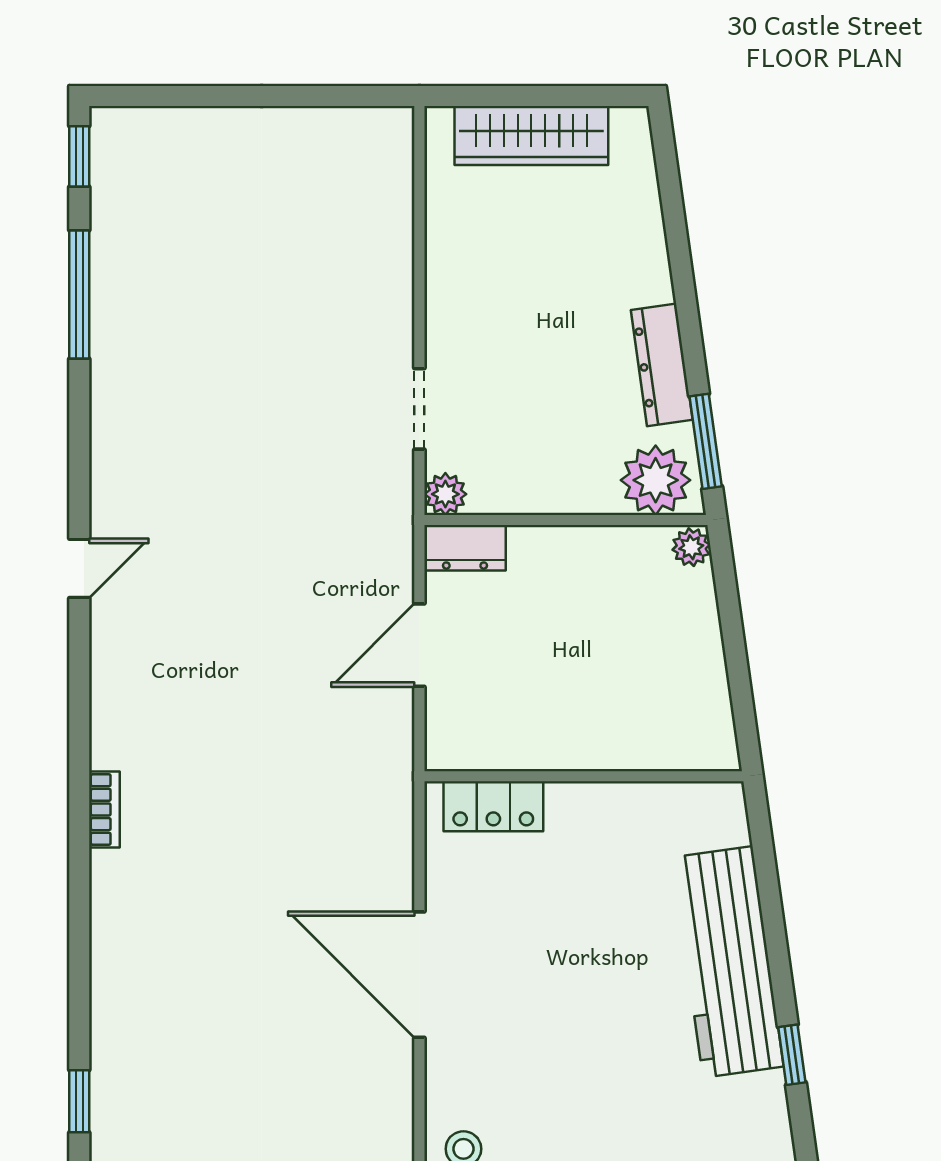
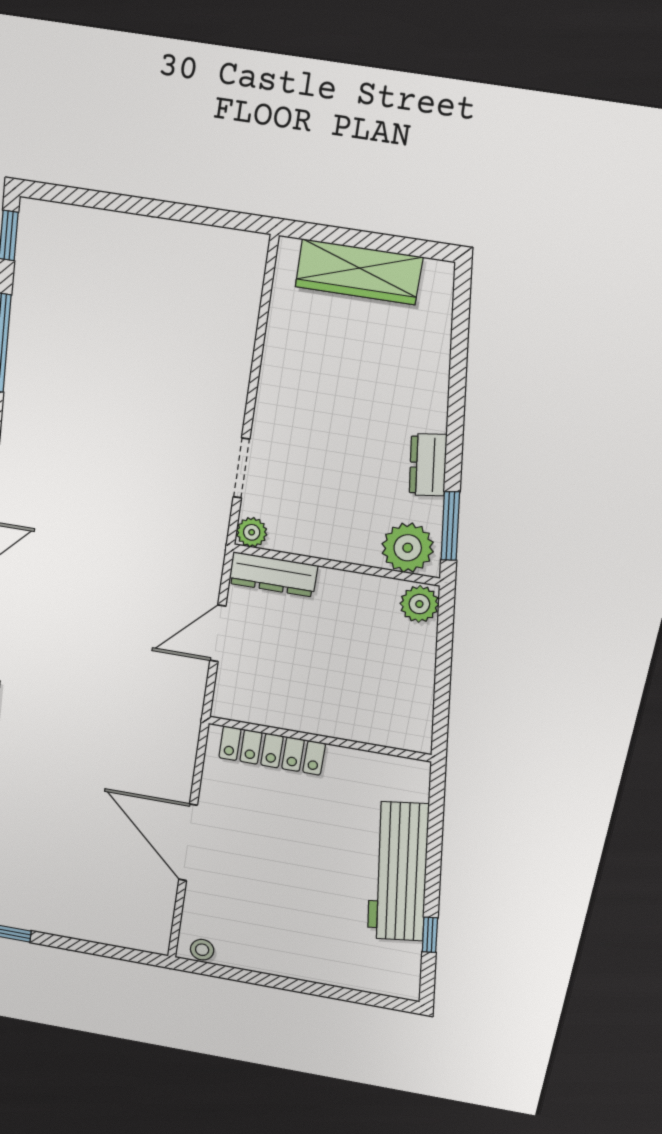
dresser: (662, 365) -> (428, 465), width x0.70
plant: (691, 547) -> (419, 604), width x1.38, depth x1.38
dresser: (465, 548) -> (273, 574), width x1.44
locker: (493, 806) -> (272, 751), width x1.53

